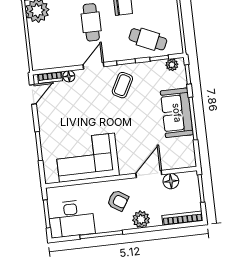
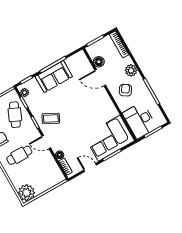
door: (33, 94) -> (90, 167), moved
corner sofa: (87, 158) -> (109, 138), moved, turned 90
desk: (71, 219) -> (140, 120), moved, turned 180

